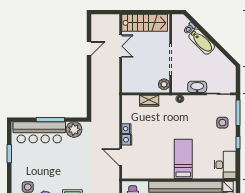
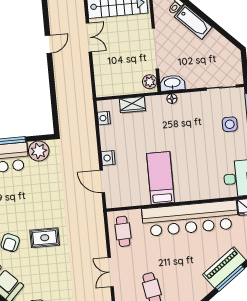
washbasin: (197, 87) -> (172, 83), moved
nightstand: (126, 129) -> (104, 118), moved
bed: (183, 159) -> (160, 178), moved

